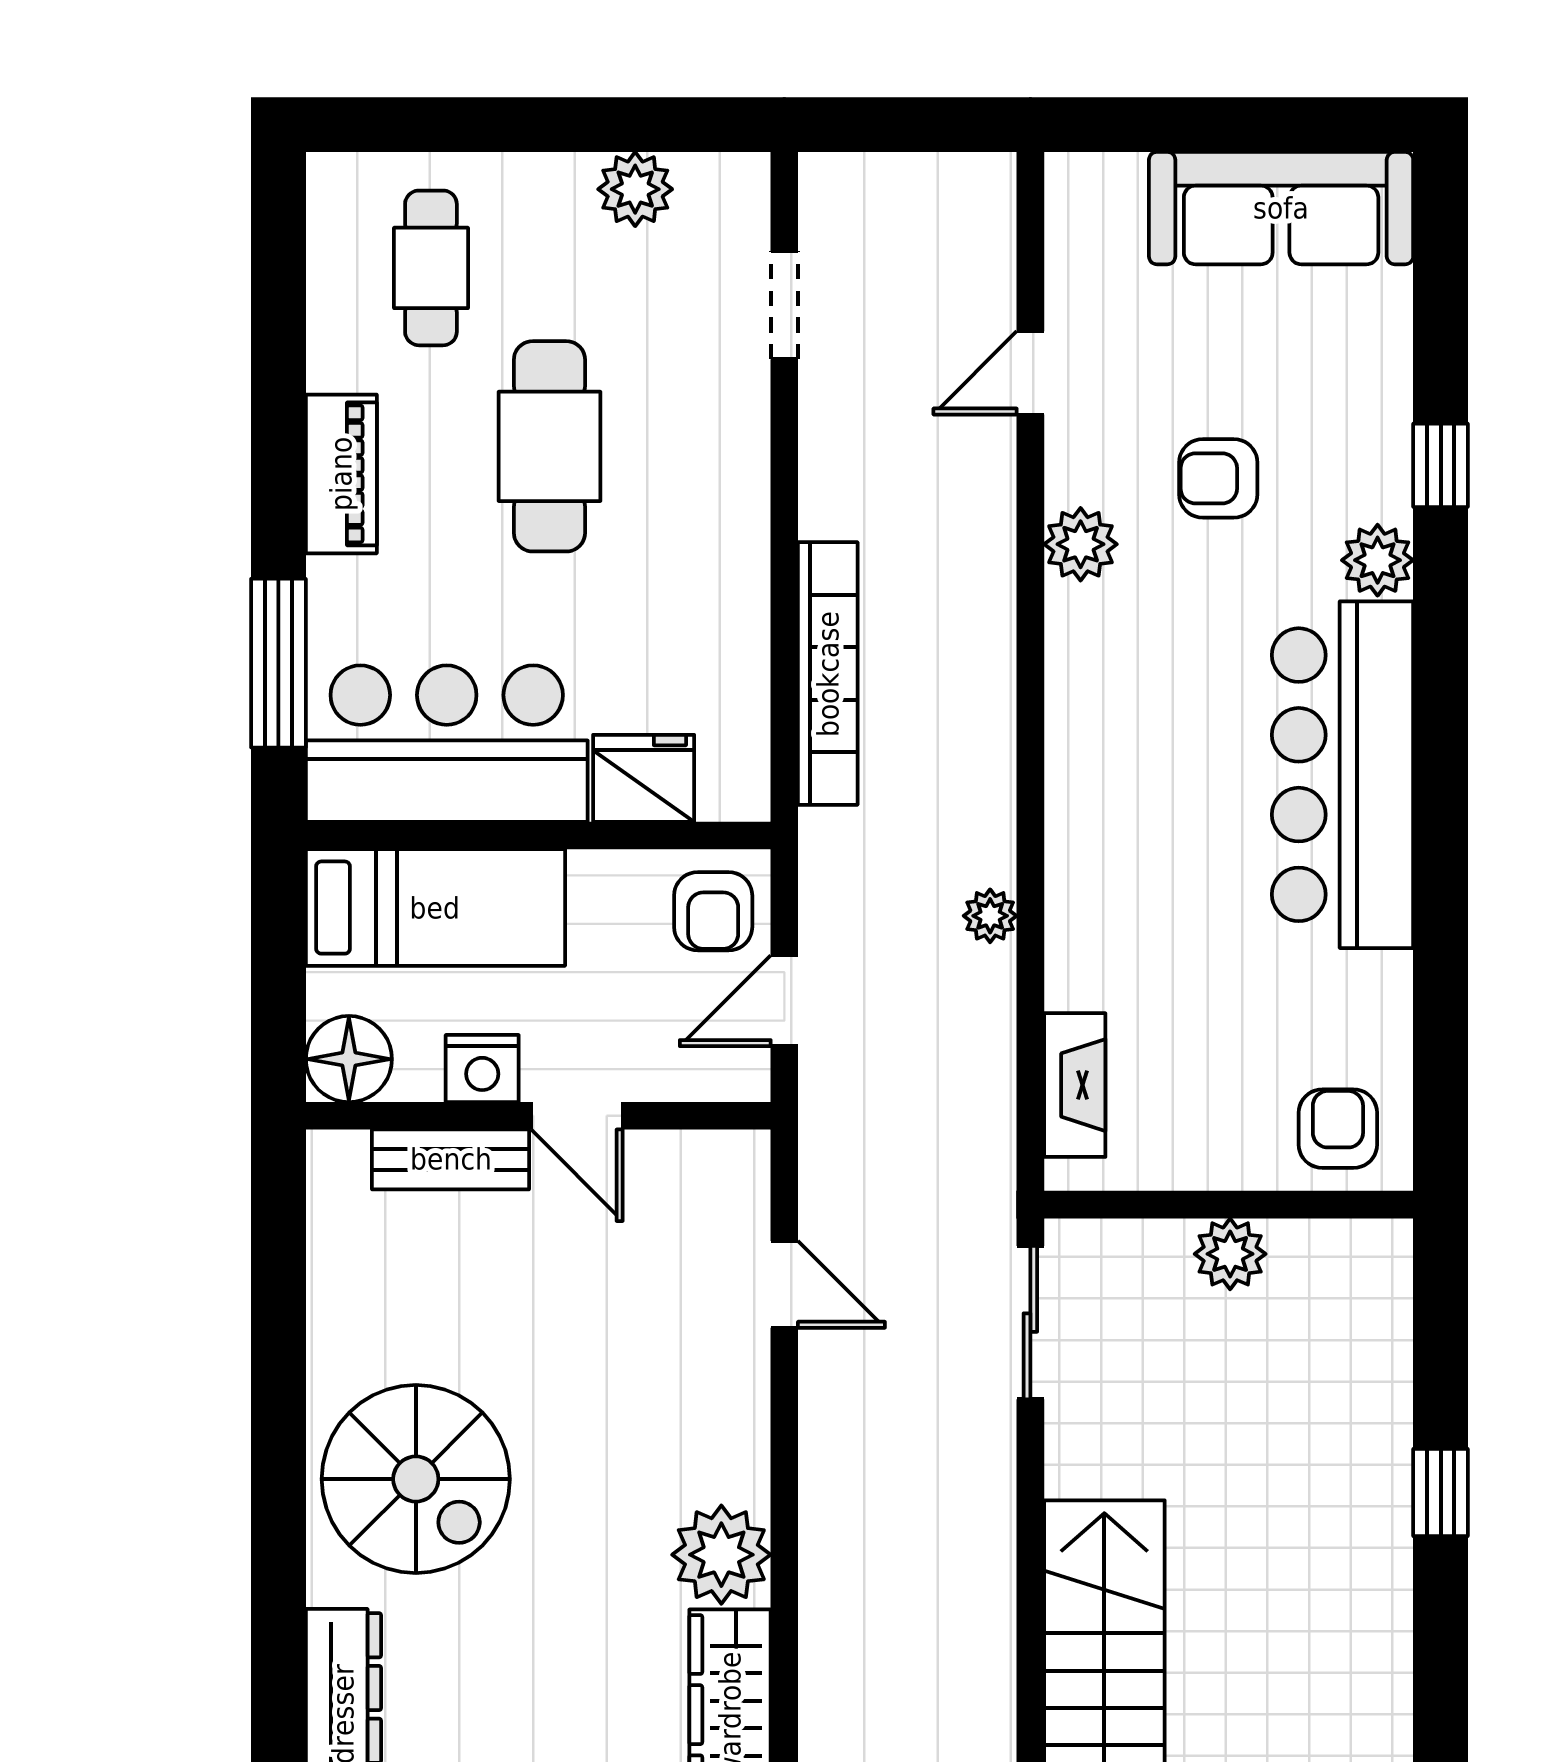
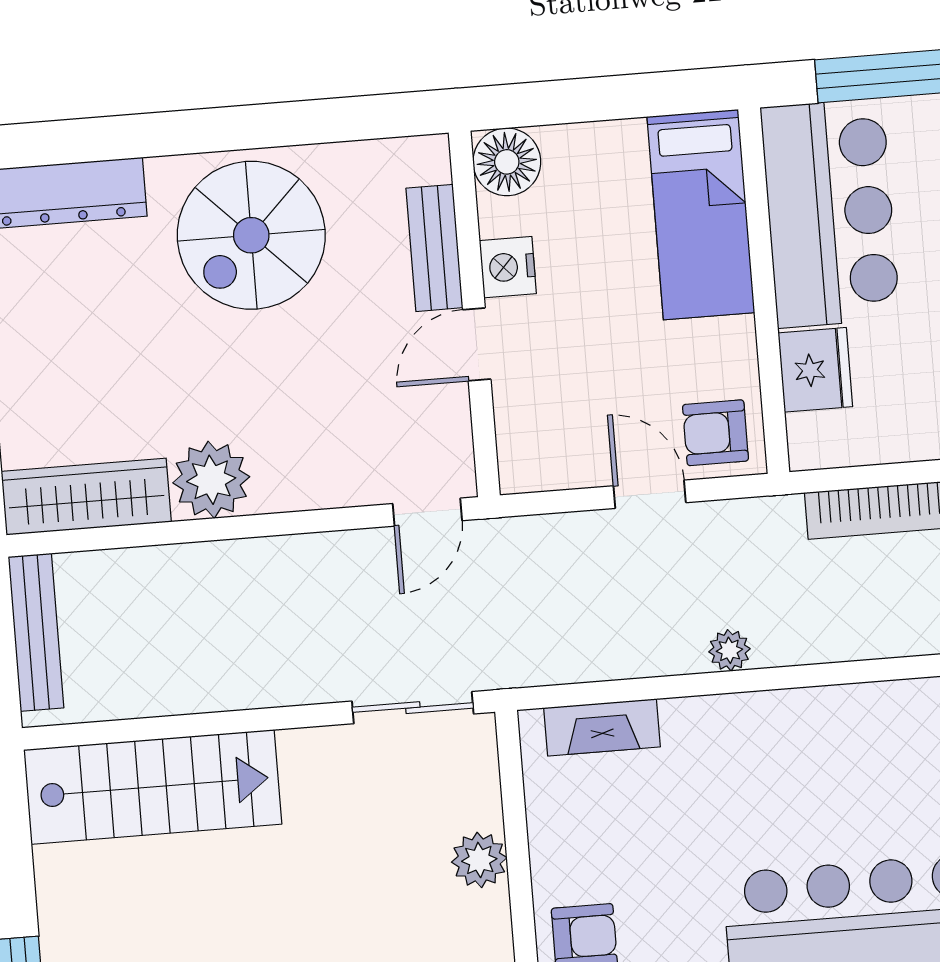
floor lamp: (349, 1059) -> (507, 162), moved
nightstand: (482, 1069) -> (508, 267), moved
wall: (538, 1116) -> (474, 314), moved
door: (577, 1116) -> (477, 344), moved
bench: (451, 1159) -> (434, 248), moved

